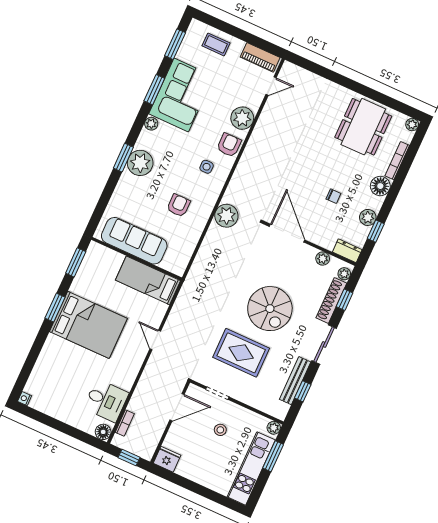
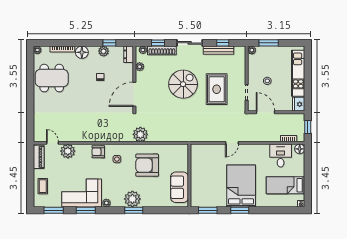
plant: (242, 118) -> (68, 151), moved
armchair: (179, 206) -> (147, 165), width x1.88, depth x1.88
sofa: (134, 241) -> (180, 187), width x0.73
bed: (148, 280) -> (286, 185), moved, turned 90
kitchen unit: (251, 468) -> (298, 73), moved, turned 90

